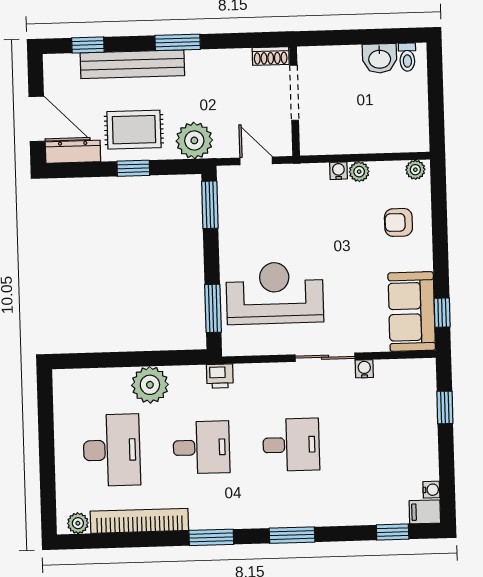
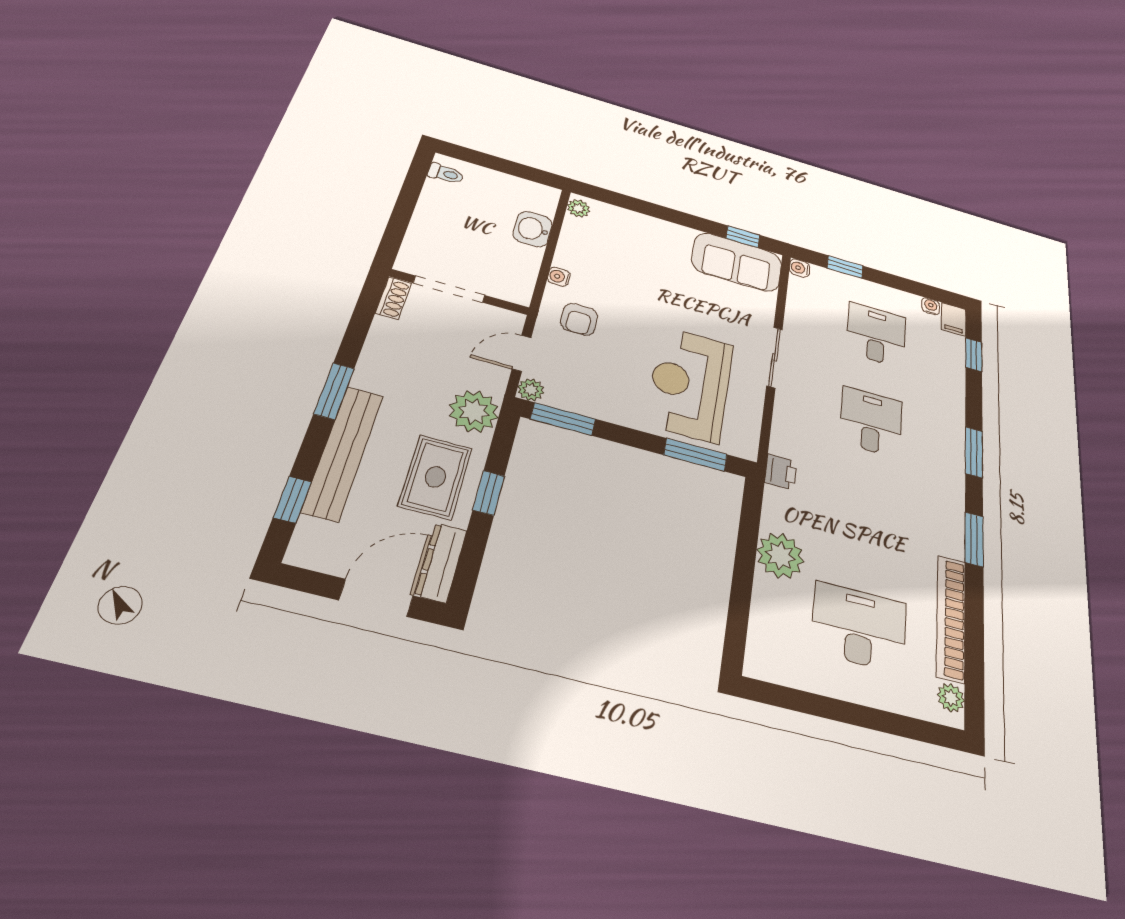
washbasin: (380, 58) -> (533, 229), moved, turned 180
plant: (359, 172) -> (531, 390), moved
armchair: (398, 222) -> (579, 319), moved
water cooler: (364, 369) -> (800, 268), moved
desk: (201, 447) -> (876, 335), moved

